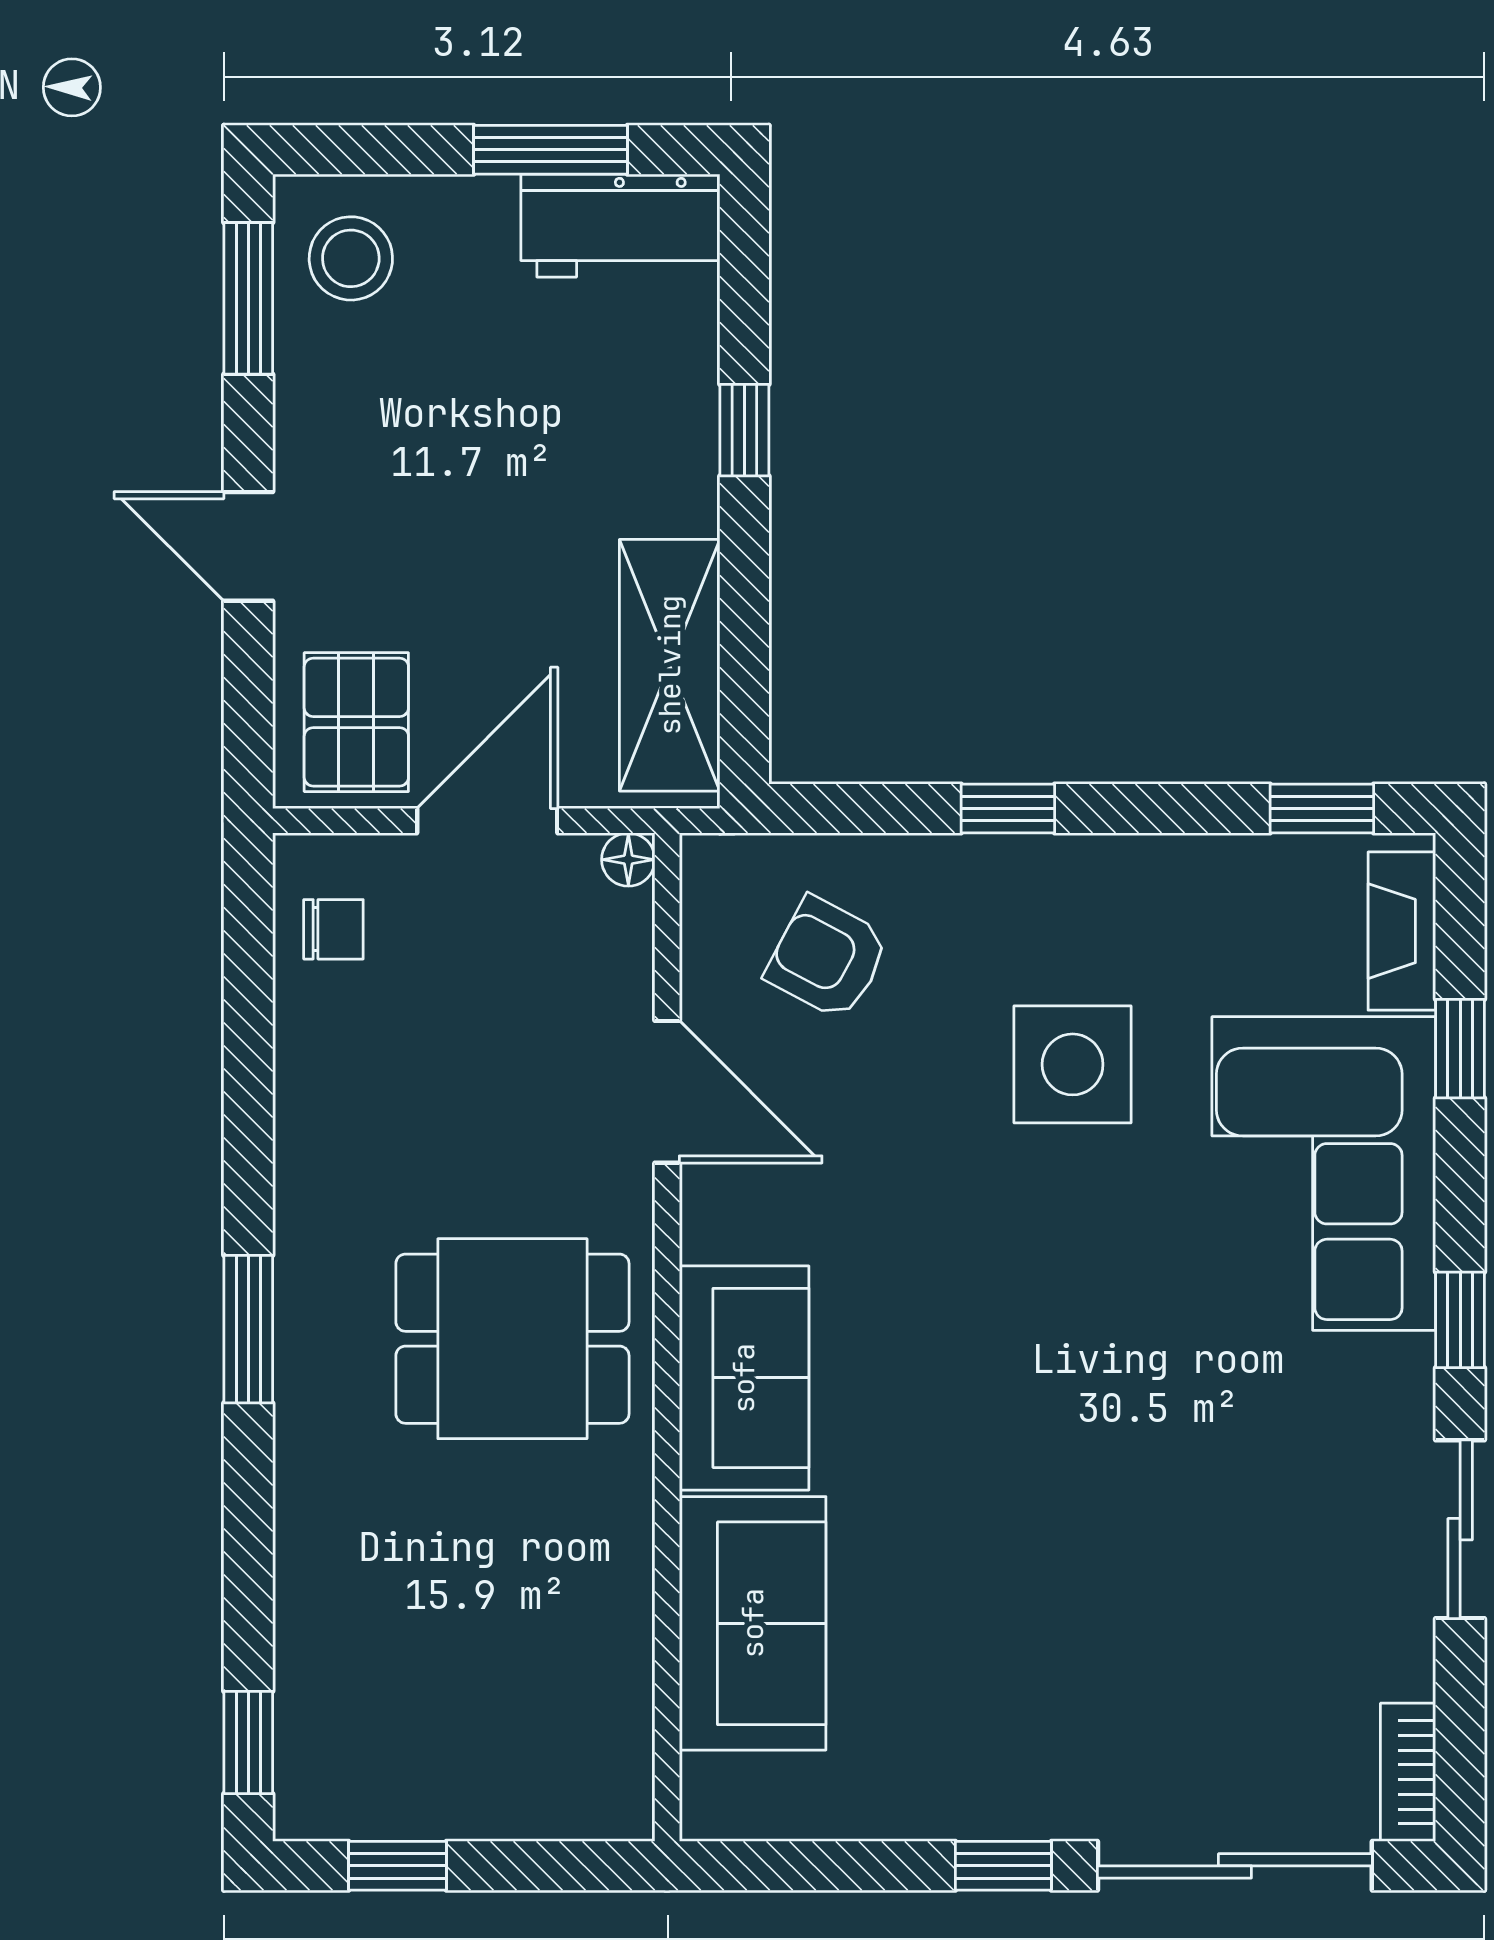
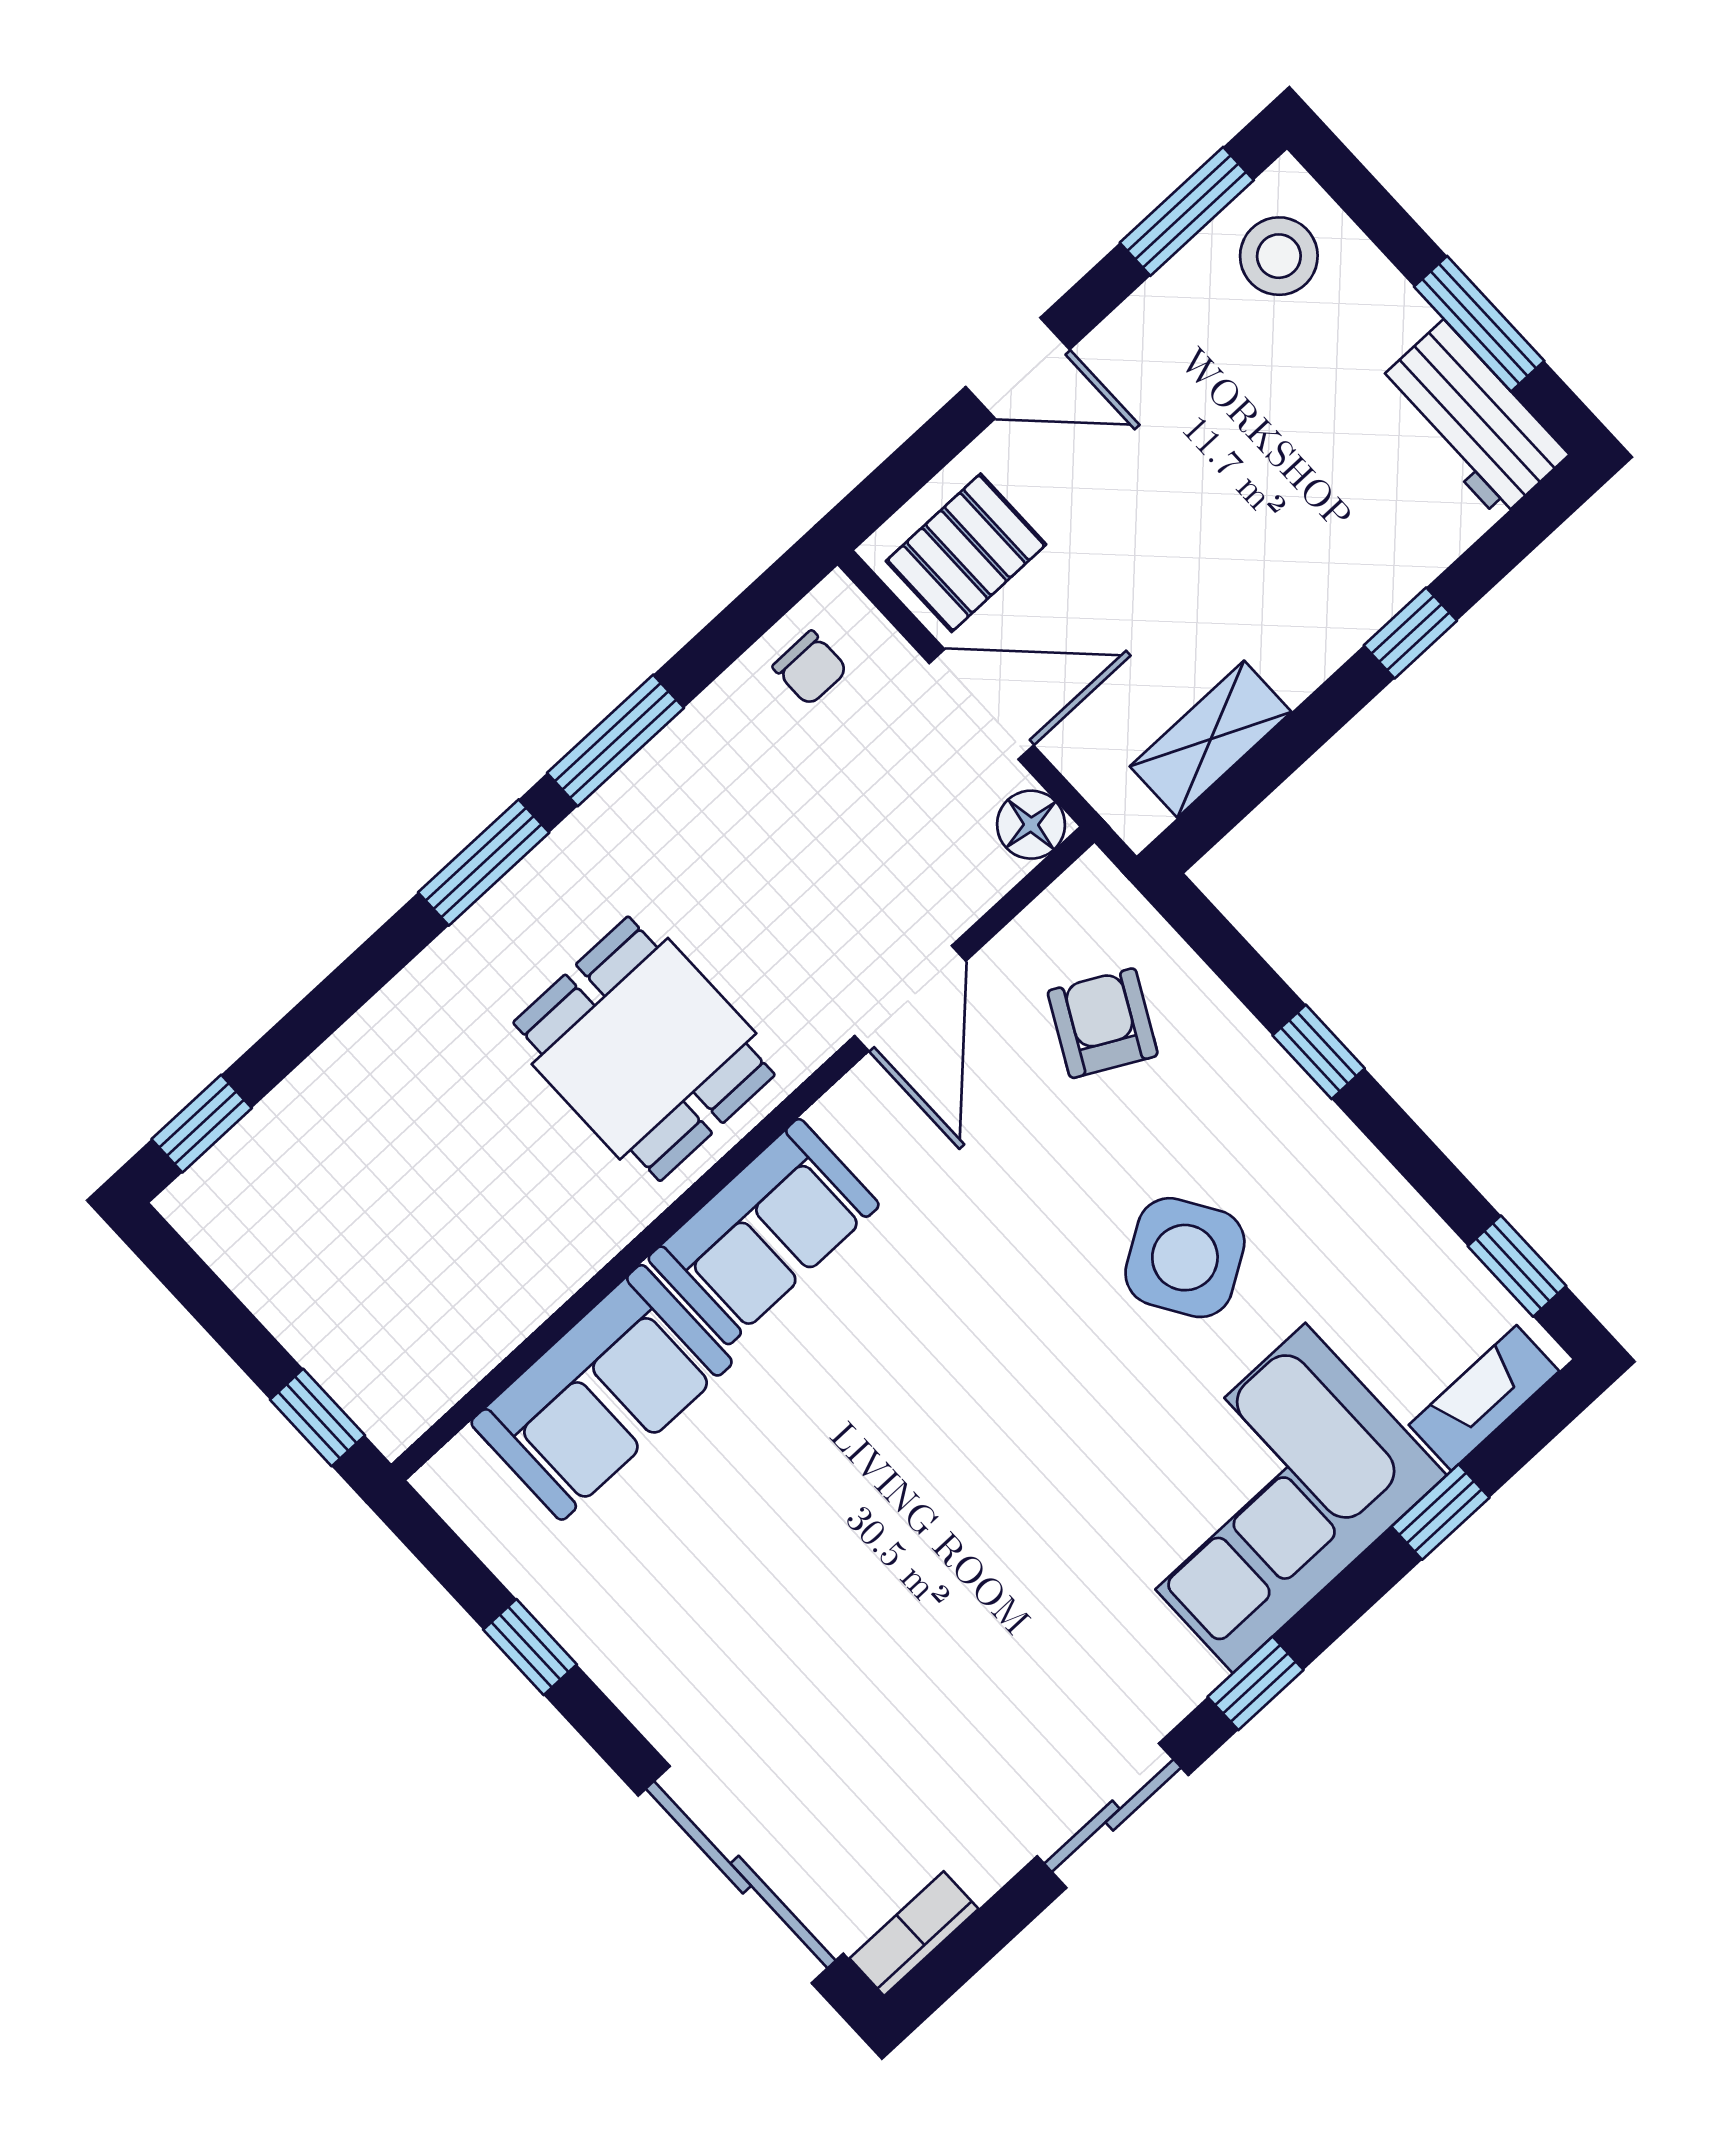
door: (248, 546) -> (1018, 368), swing flipped
shelving: (670, 665) -> (1211, 739), width x0.67, depth x0.75
floor lamp: (628, 860) -> (1031, 825), width x1.37, depth x1.37
side table: (1073, 1064) -> (1185, 1258), turned -32
window: (248, 1136) -> (615, 740), added
window: (398, 1866) -> (317, 1418), moved
window: (1003, 1866) -> (530, 1647), moved

